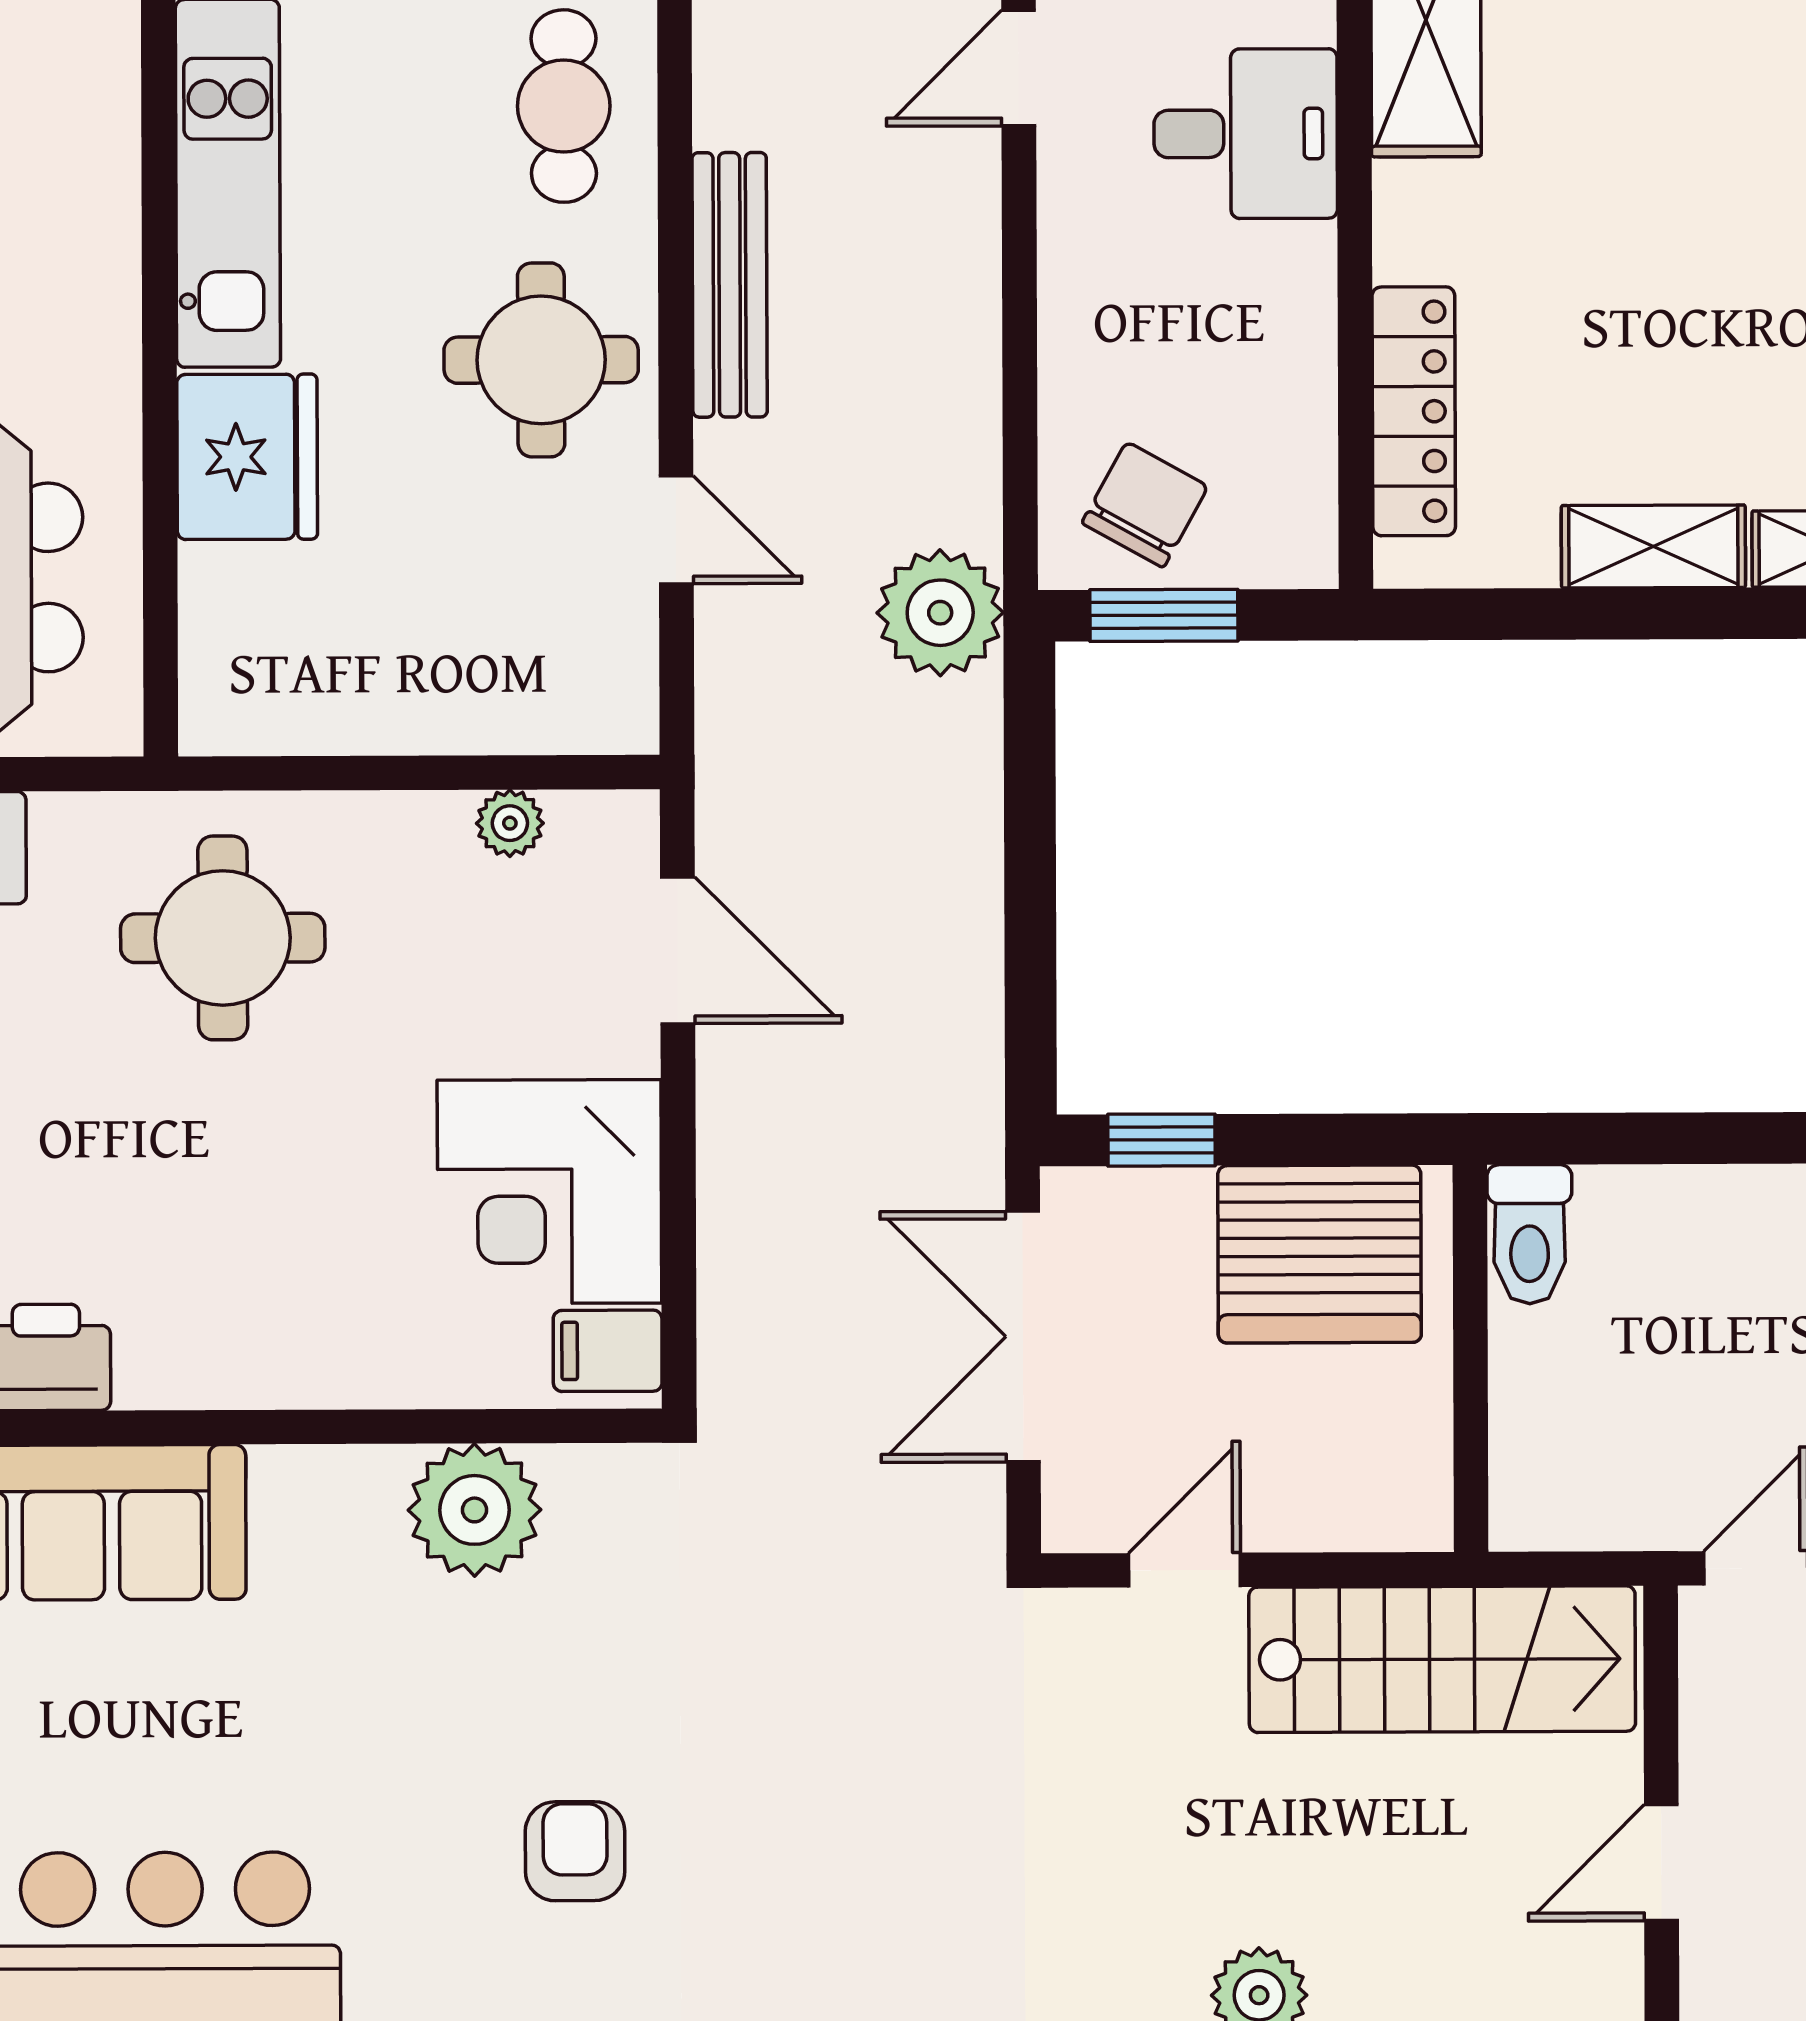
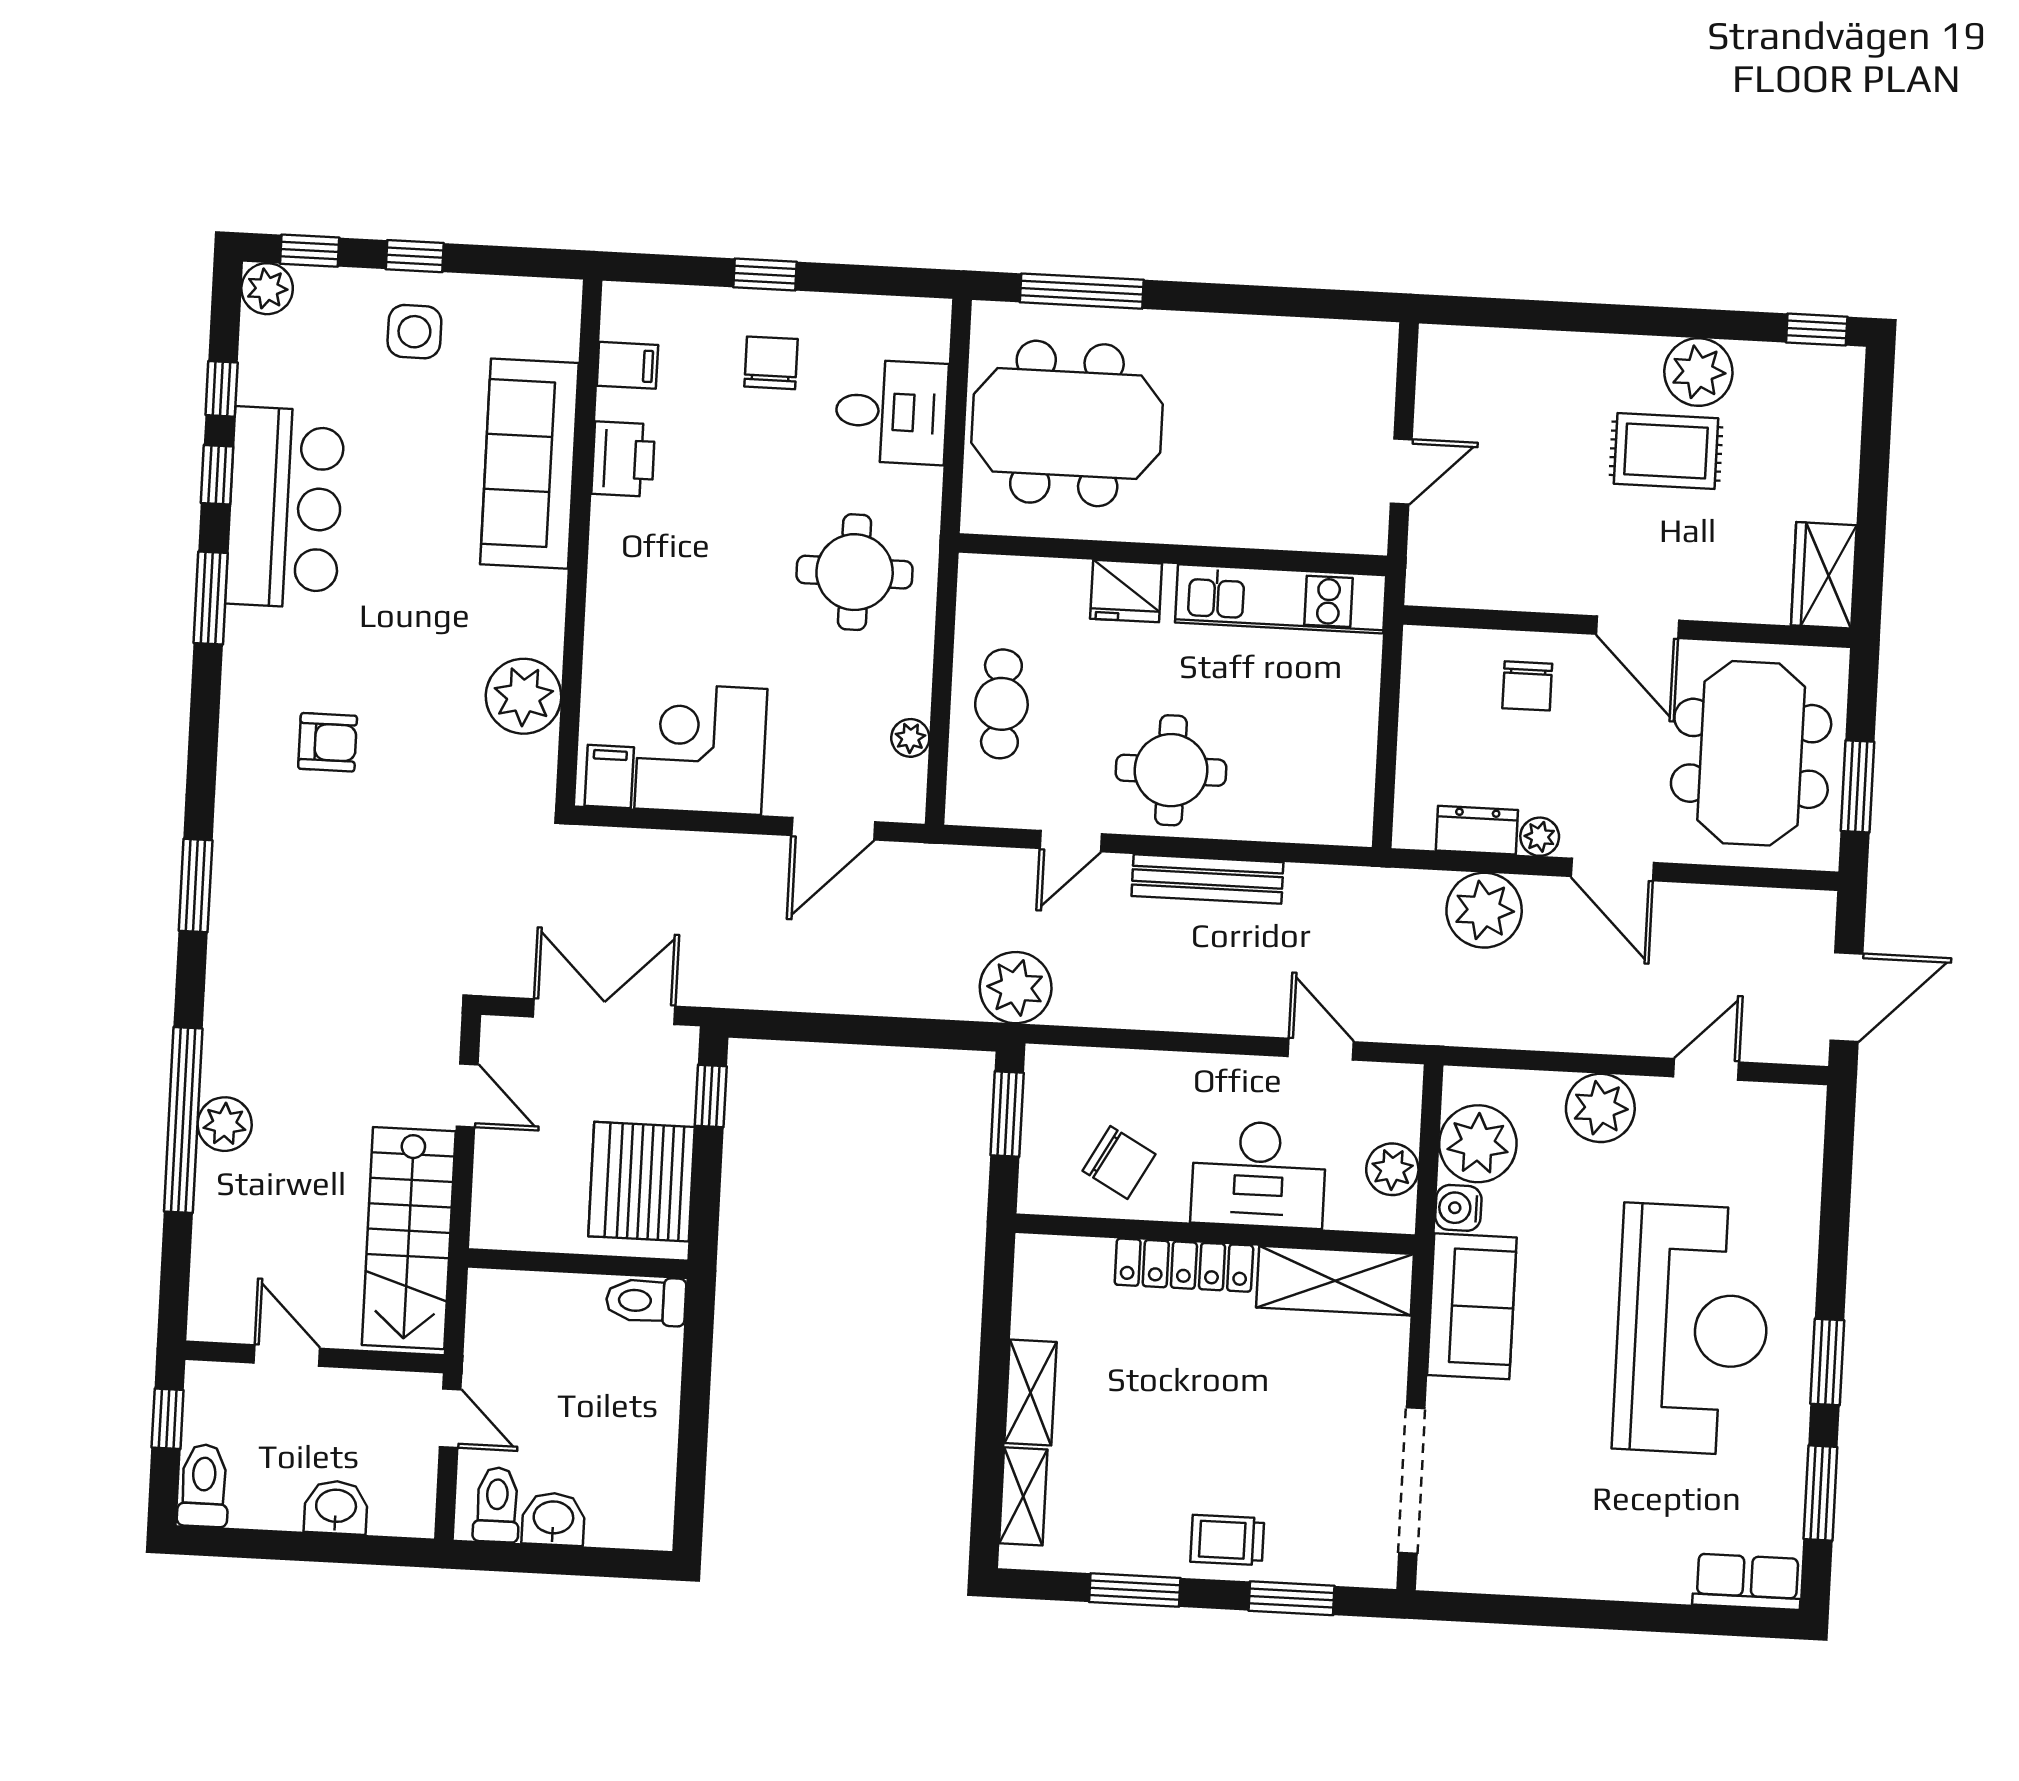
cafe table: (564, 106) -> (1001, 704), moved, turned 90
desk: (1246, 134) -> (1259, 1174), width x1.37
locker: (1414, 411) -> (1184, 1265), moved
fridge: (247, 457) -> (1126, 591), width x0.73, depth x0.75
chair: (1145, 505) -> (1119, 1162), moved

